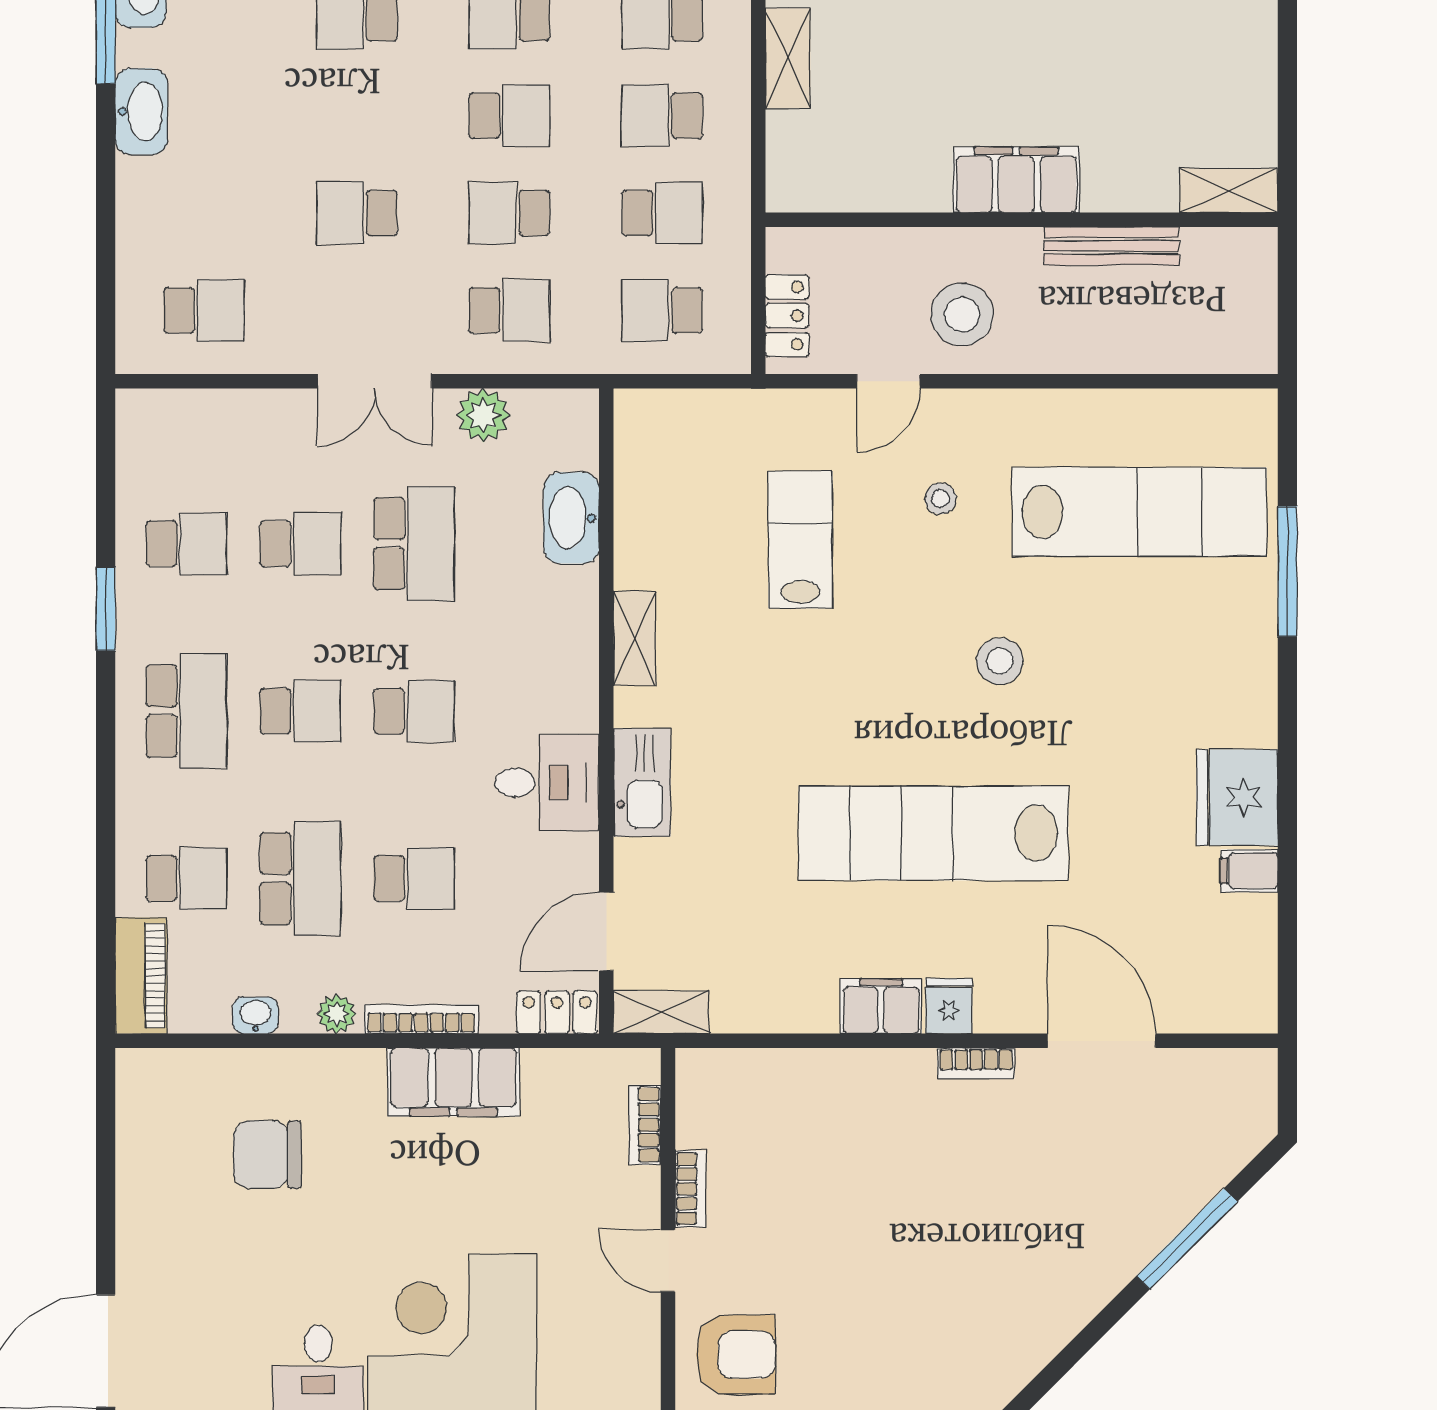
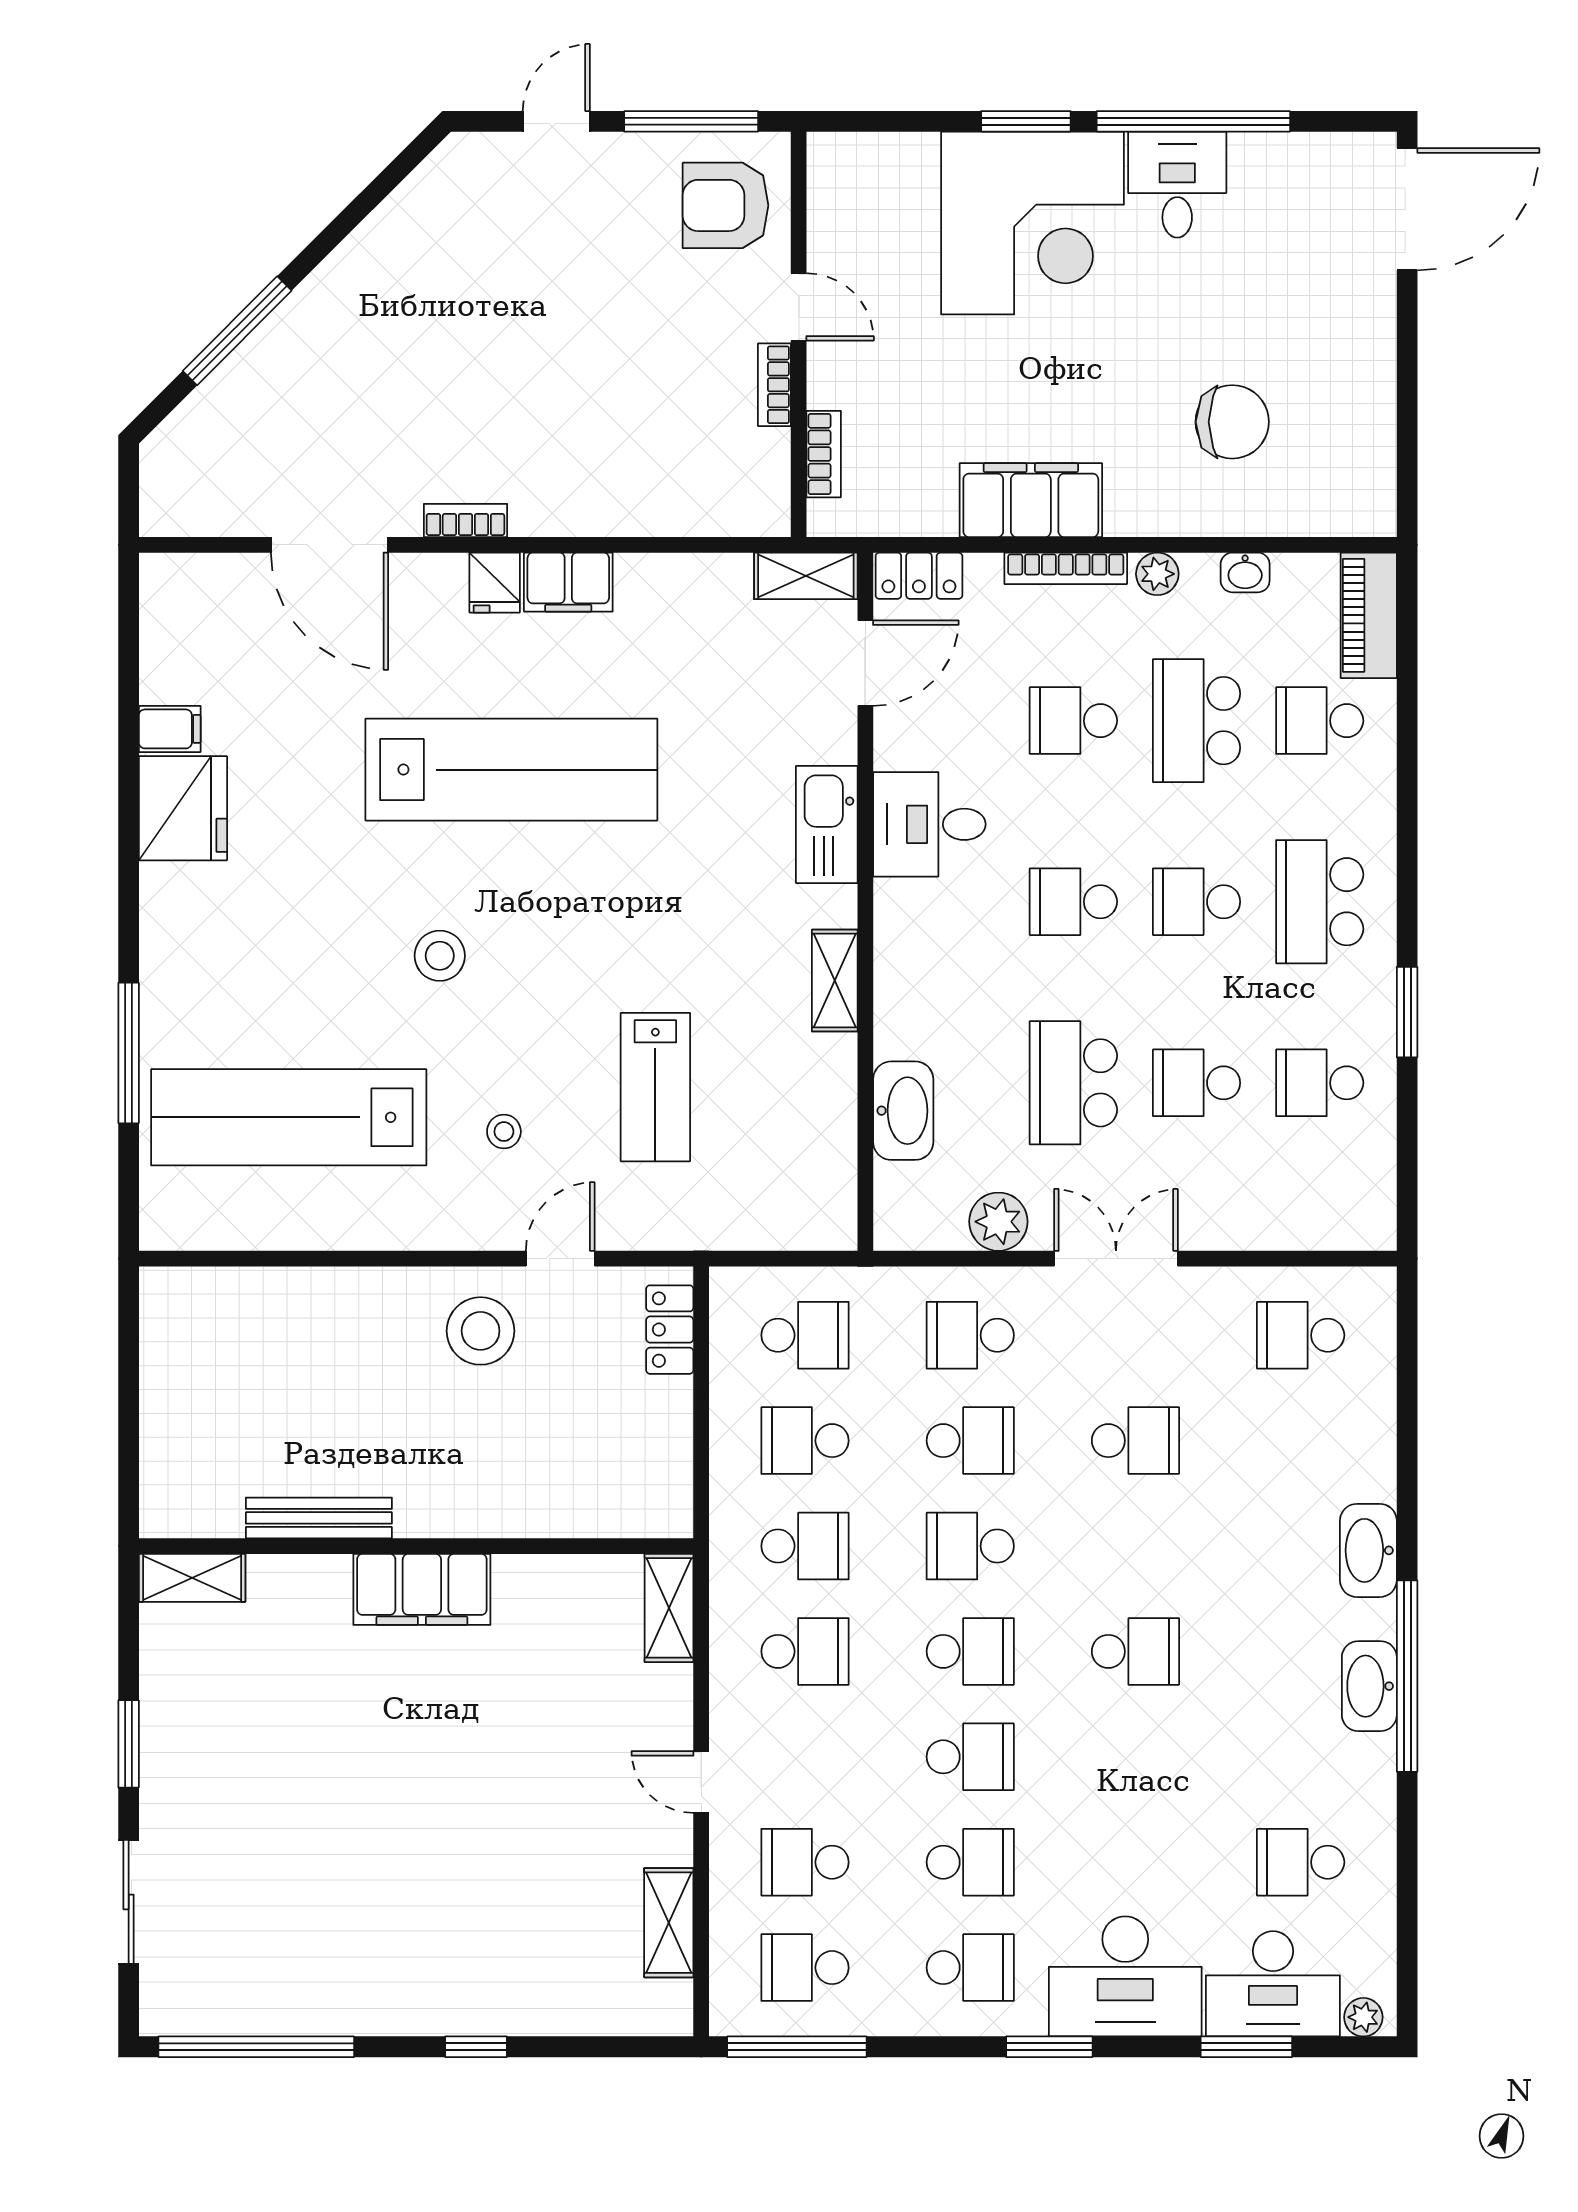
filing cabinet: (1016, 180) -> (422, 1589), moved
shelving: (1229, 191) -> (192, 1578), moved
wall: (1022, 220) -> (416, 1546), moved
bench: (1111, 246) -> (319, 1518), moved

